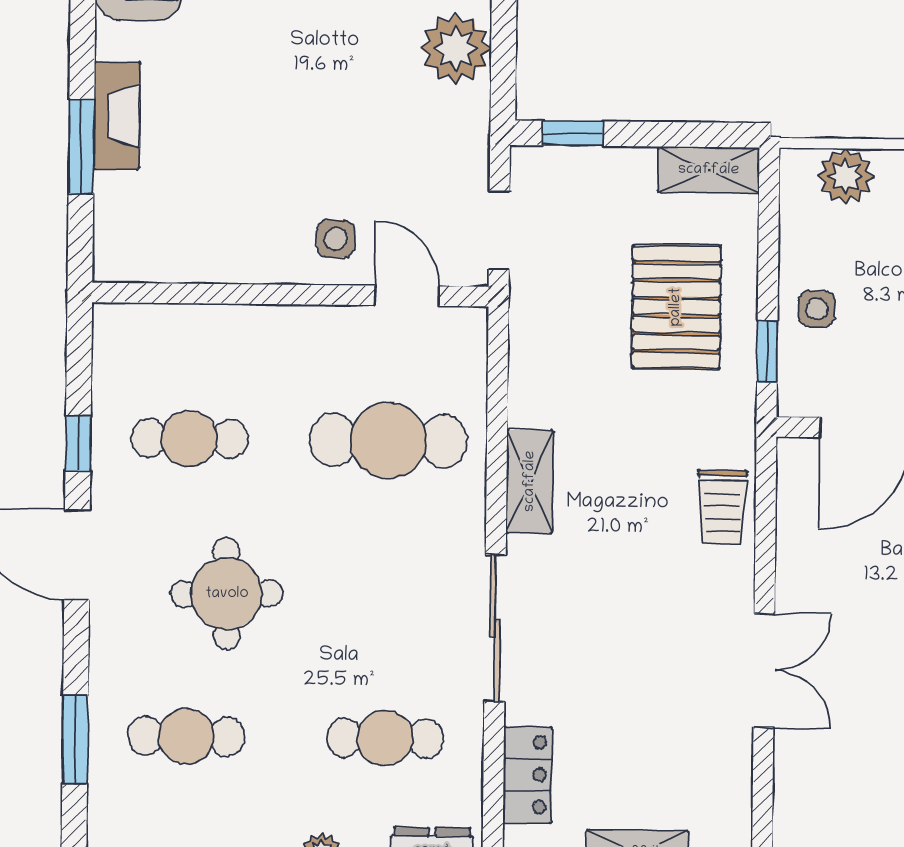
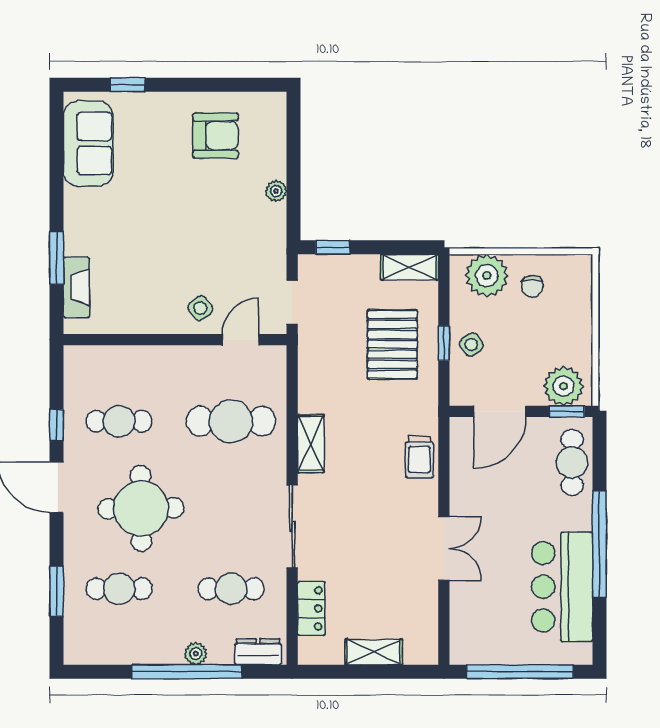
plant: (456, 49) -> (276, 191), width x0.53, depth x0.53
fireplace: (117, 116) -> (76, 287), moved
plant: (846, 176) -> (487, 276), width x1.36, depth x1.36
side table: (336, 239) -> (200, 308), turned -37
door: (407, 296) -> (241, 340), hinge flipped
side table: (817, 309) -> (471, 345), turned -35
window: (767, 352) -> (444, 343), moved
round table: (227, 594) -> (141, 508), width x1.36, depth x1.36

